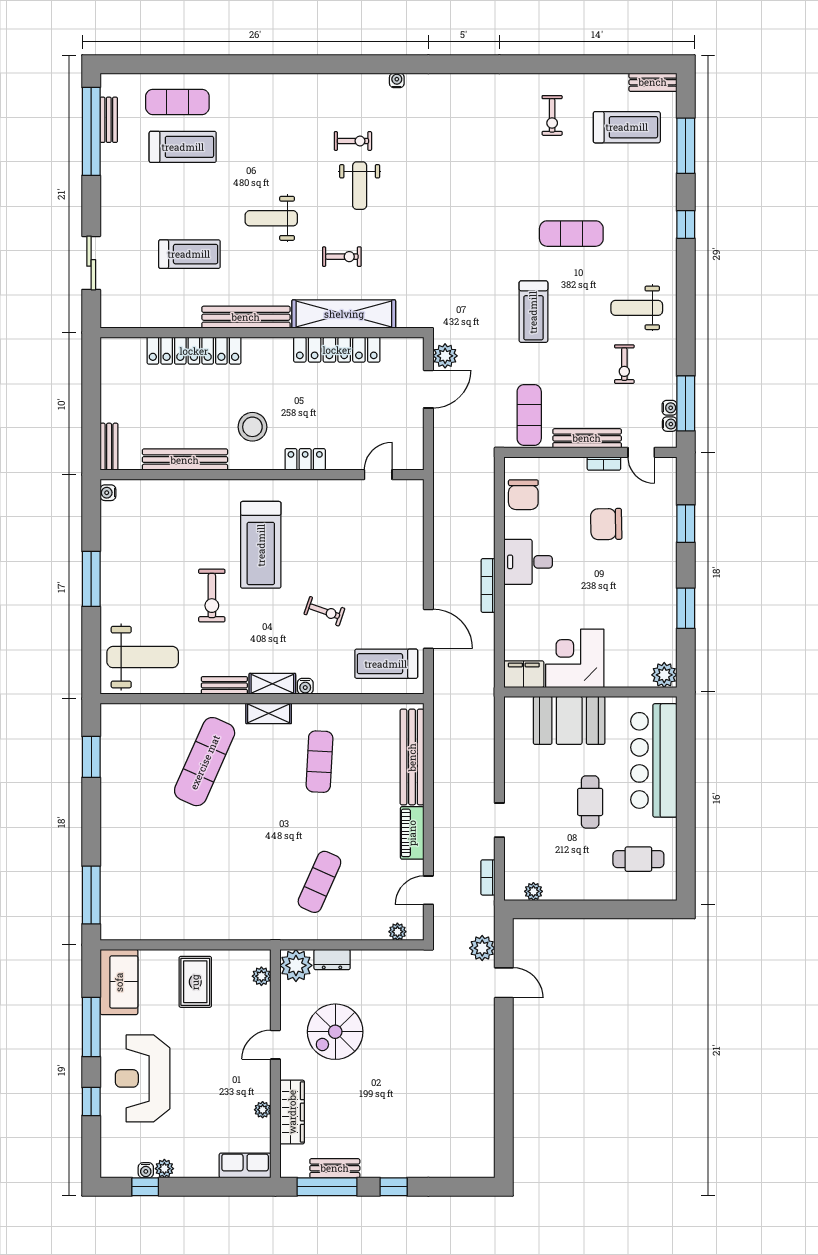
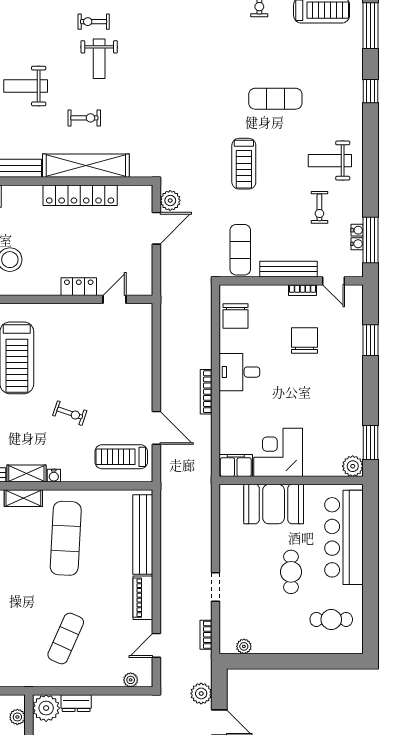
exercise bike: (353, 141) -> (94, 22), turned 180
water cooler: (670, 424) -> (357, 230), moved
locker: (305, 459) -> (79, 287), moved
chair: (606, 524) -> (304, 341), turned 91
window: (686, 608) -> (371, 442), moved
exercise mat: (319, 762) -> (66, 538), width x1.36, depth x1.45

